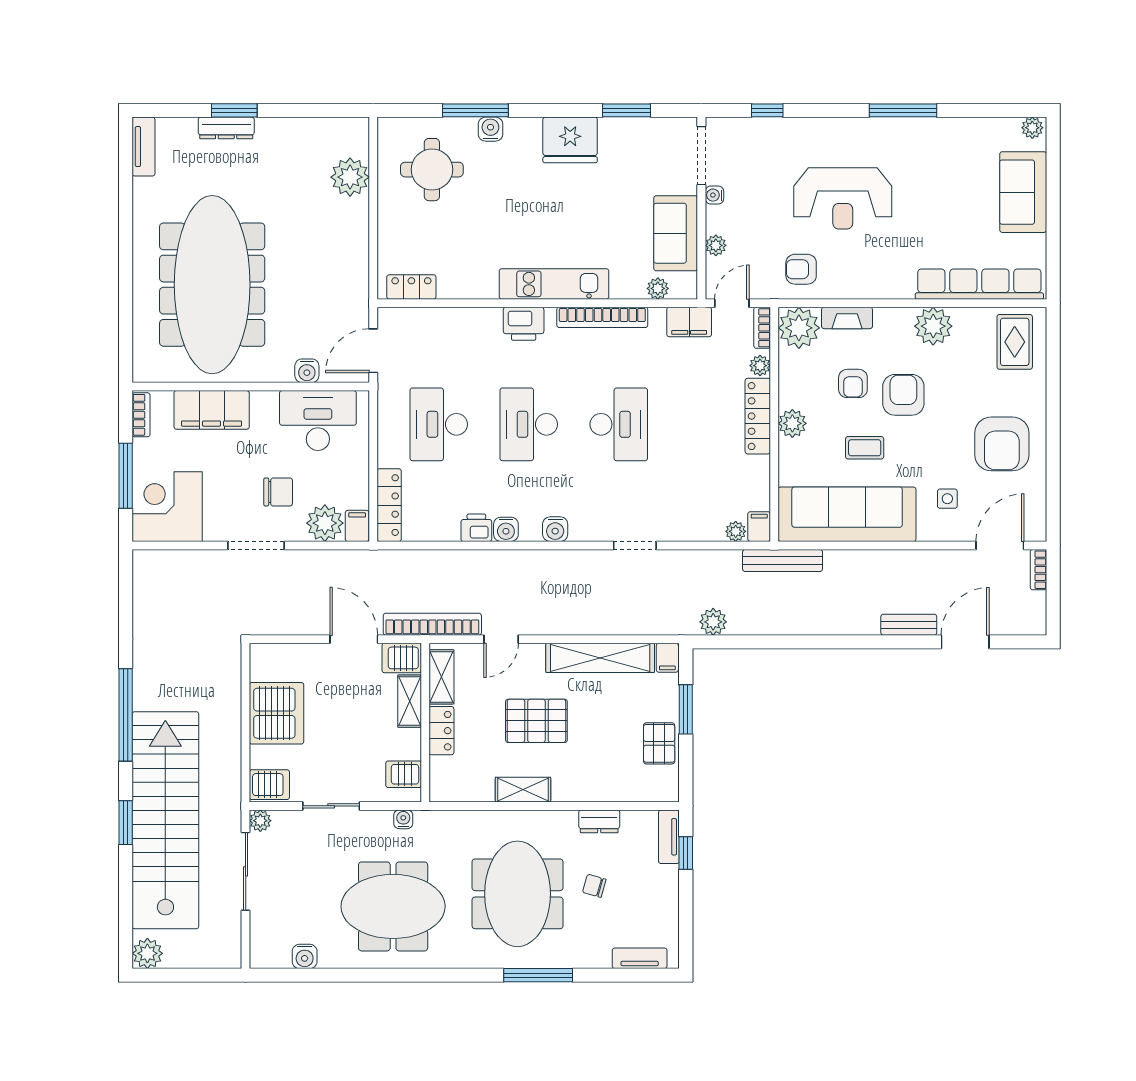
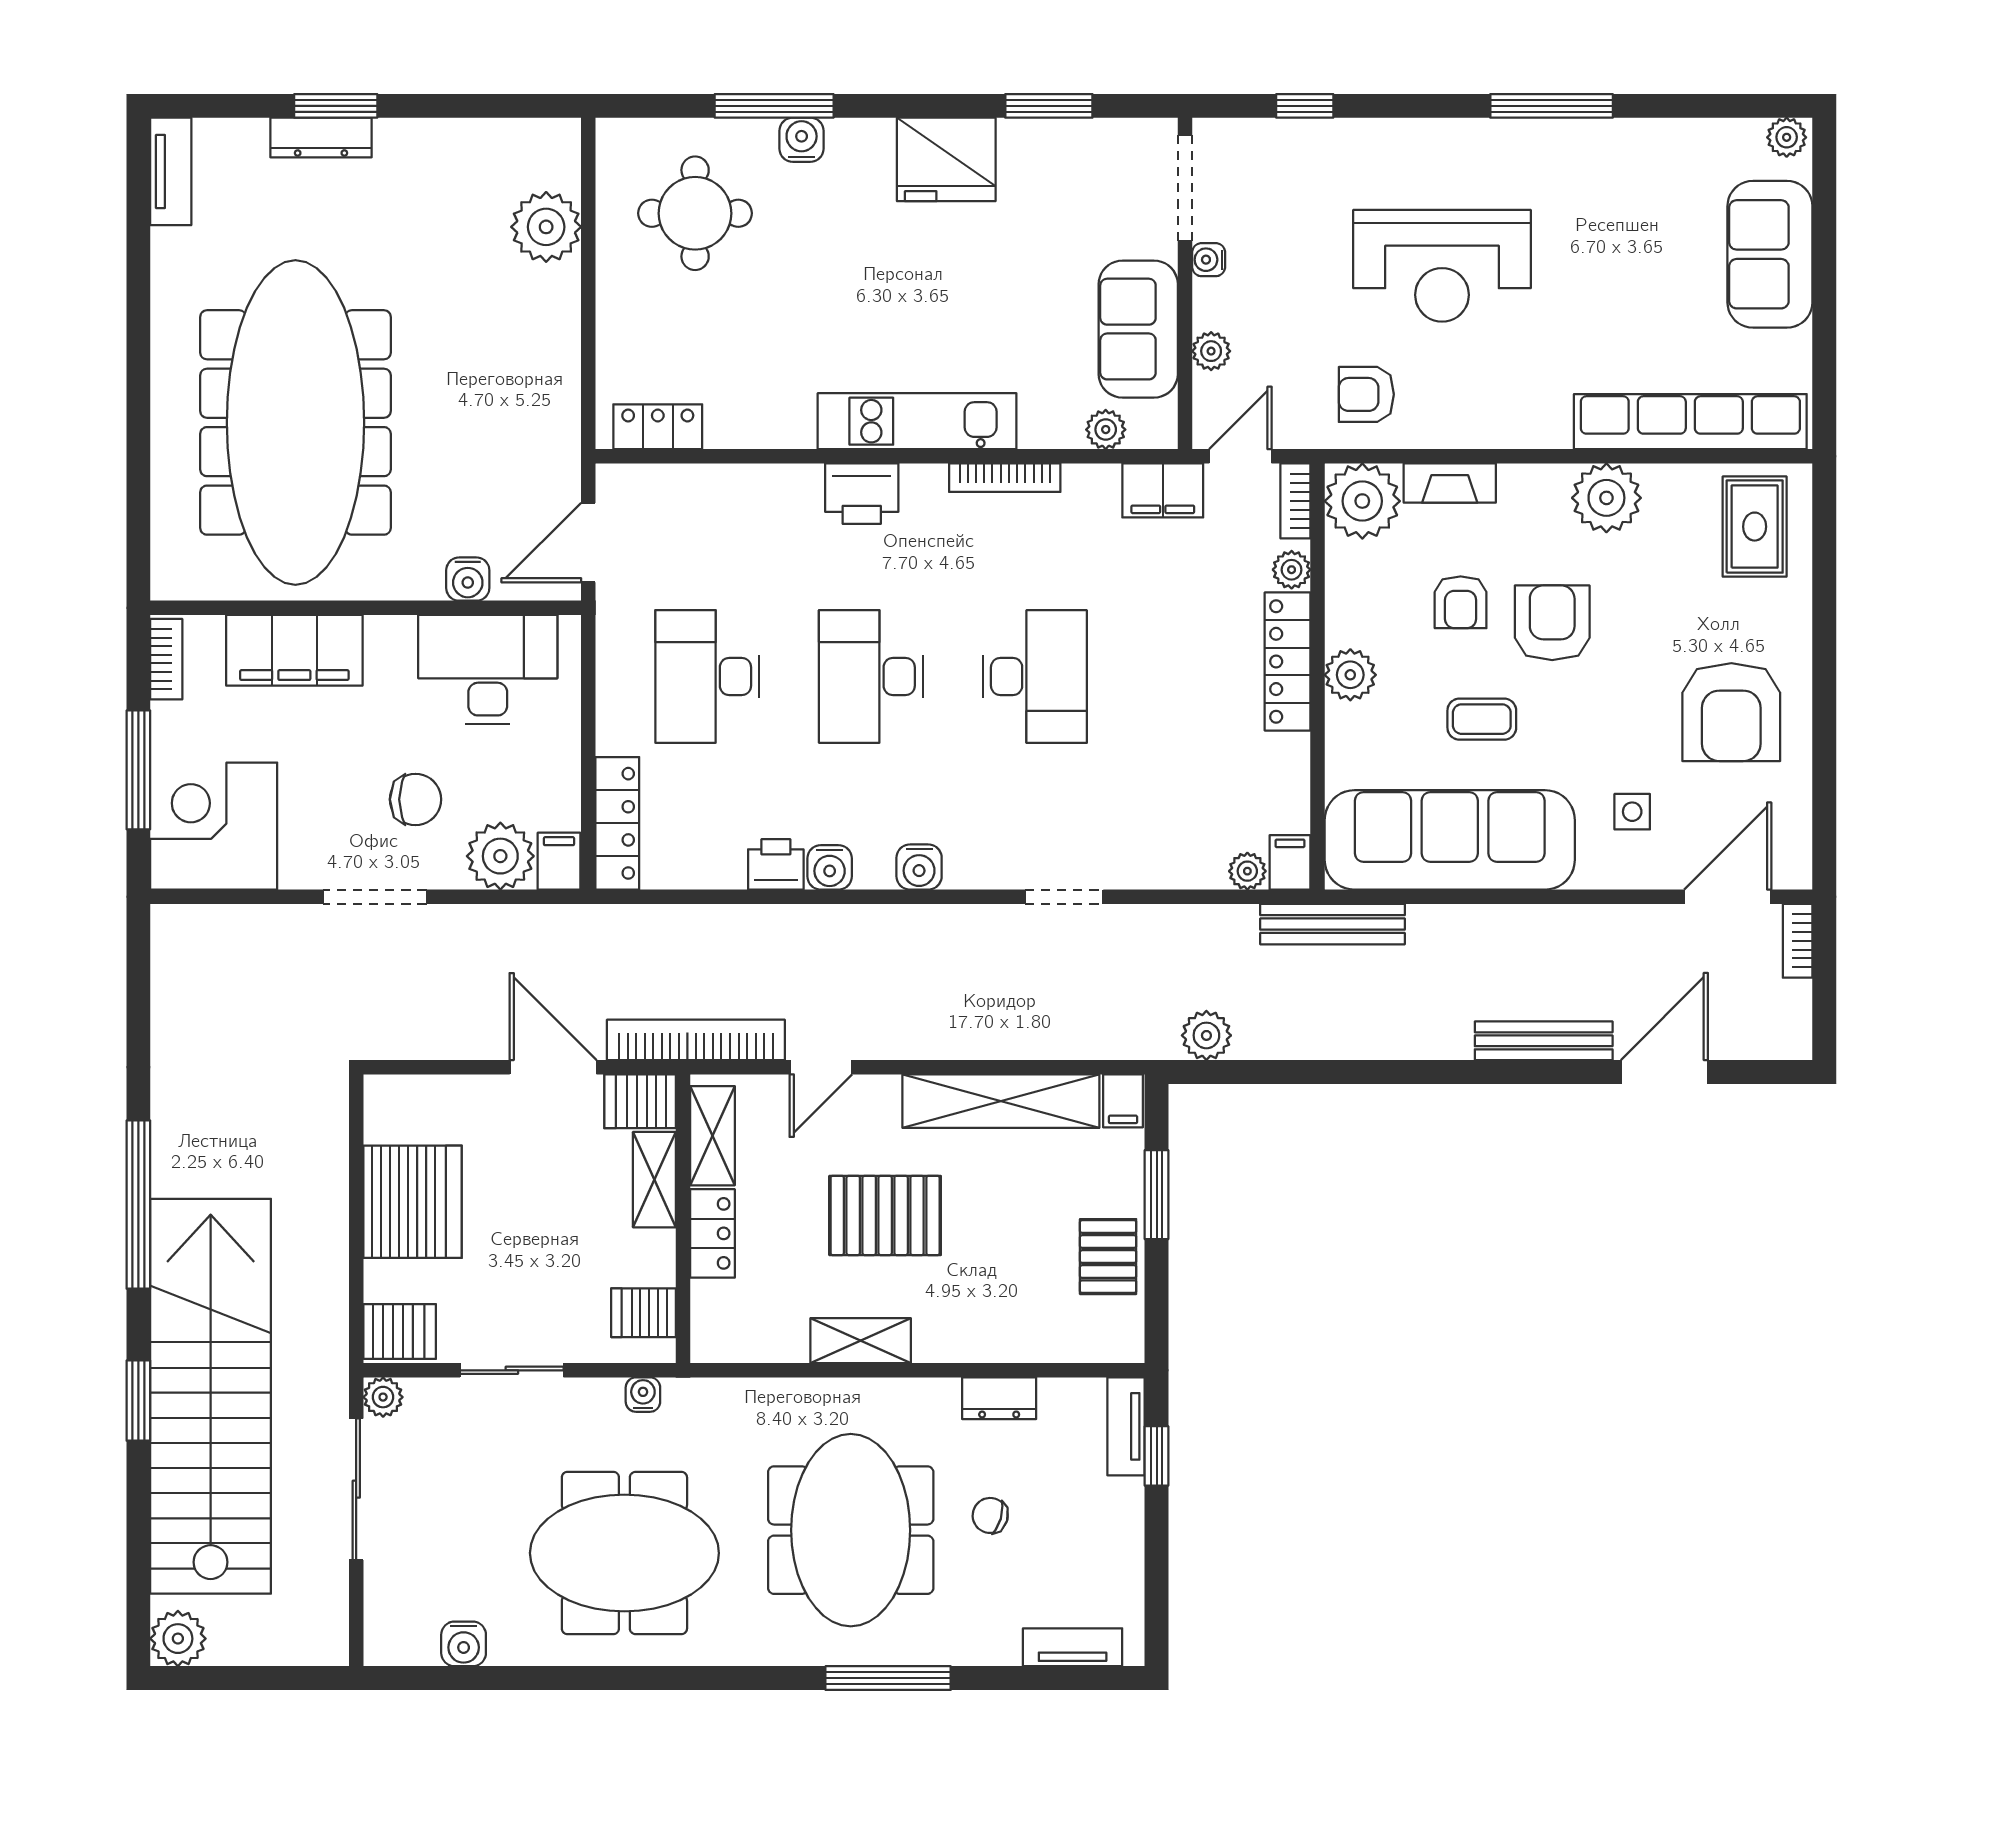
bookcase: (602, 317) -> (1005, 478), width x0.68, depth x0.76
bench: (909, 625) -> (1544, 1041), width x1.36

